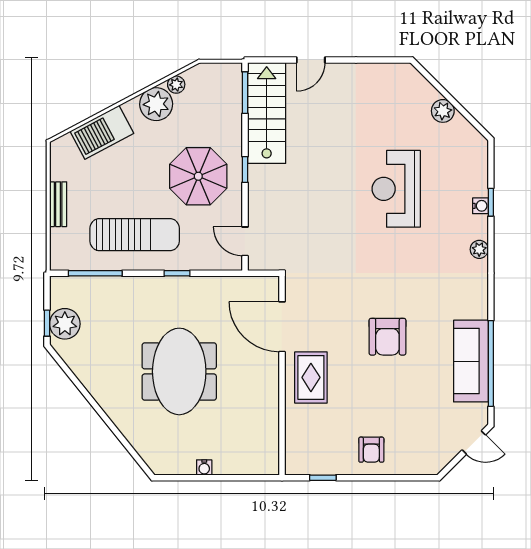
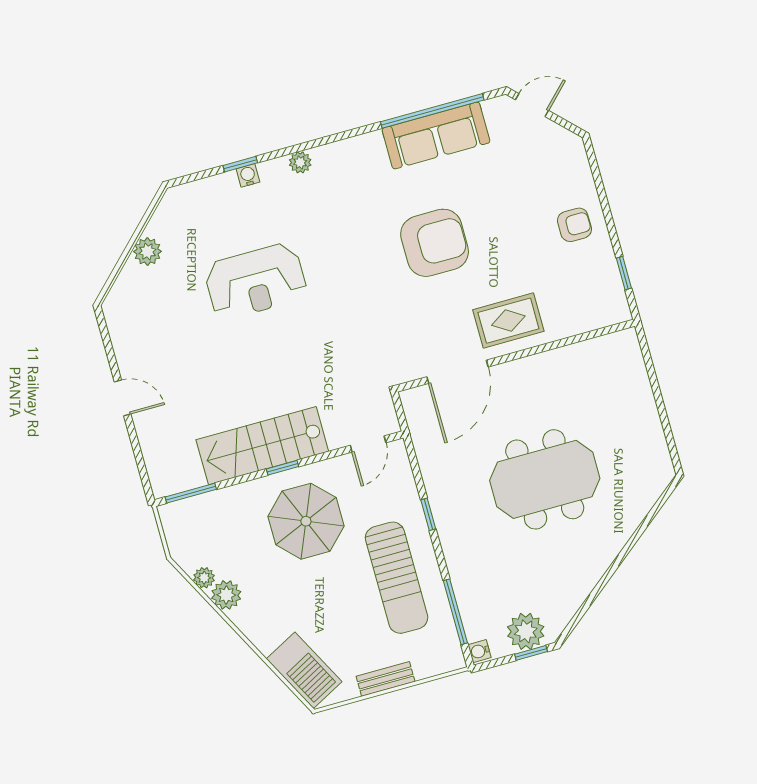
door: (311, 60) -> (123, 398), moved
plant: (156, 104) -> (226, 595), width x0.73, depth x0.73
stairs: (267, 113) -> (262, 446), moved
barbecue: (102, 132) -> (304, 670), moved
sun lounger: (135, 235) -> (397, 578), turned 180
armchair: (387, 337) -> (435, 243), width x1.36, depth x1.36
door: (474, 442) -> (532, 105), hinge flipped
water cooler: (204, 467) -> (479, 651), moved, turned 180

